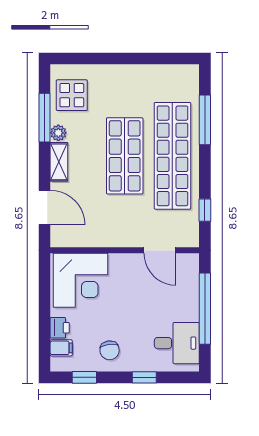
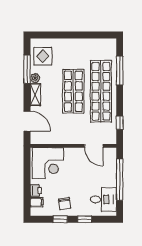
window: (84, 377) -> (60, 219), moved

